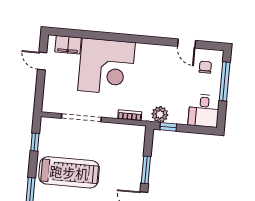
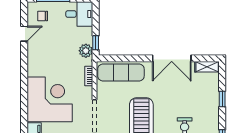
exercise mat: (130, 154) -> (121, 73), added
window: (146, 170) -> (133, 58), removed

